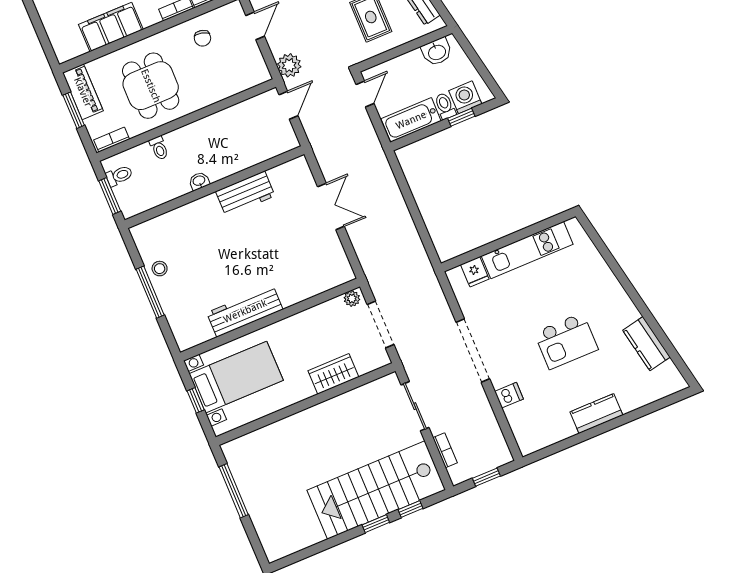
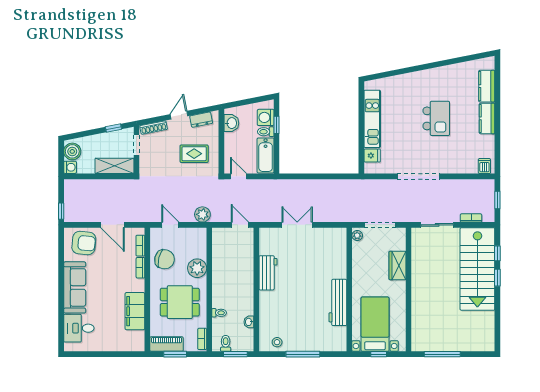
chair: (203, 38) -> (165, 259), width x1.87, depth x1.87
plant: (209, 90) -> (197, 268), added
door: (288, 105) -> (240, 225), moved
washbasin: (199, 181) -> (249, 322), moved
stool: (160, 269) -> (277, 342), moved
kitchen counter: (646, 344) -> (487, 86), moved, turned 101
dishwasher: (509, 395) -> (484, 166), moved

